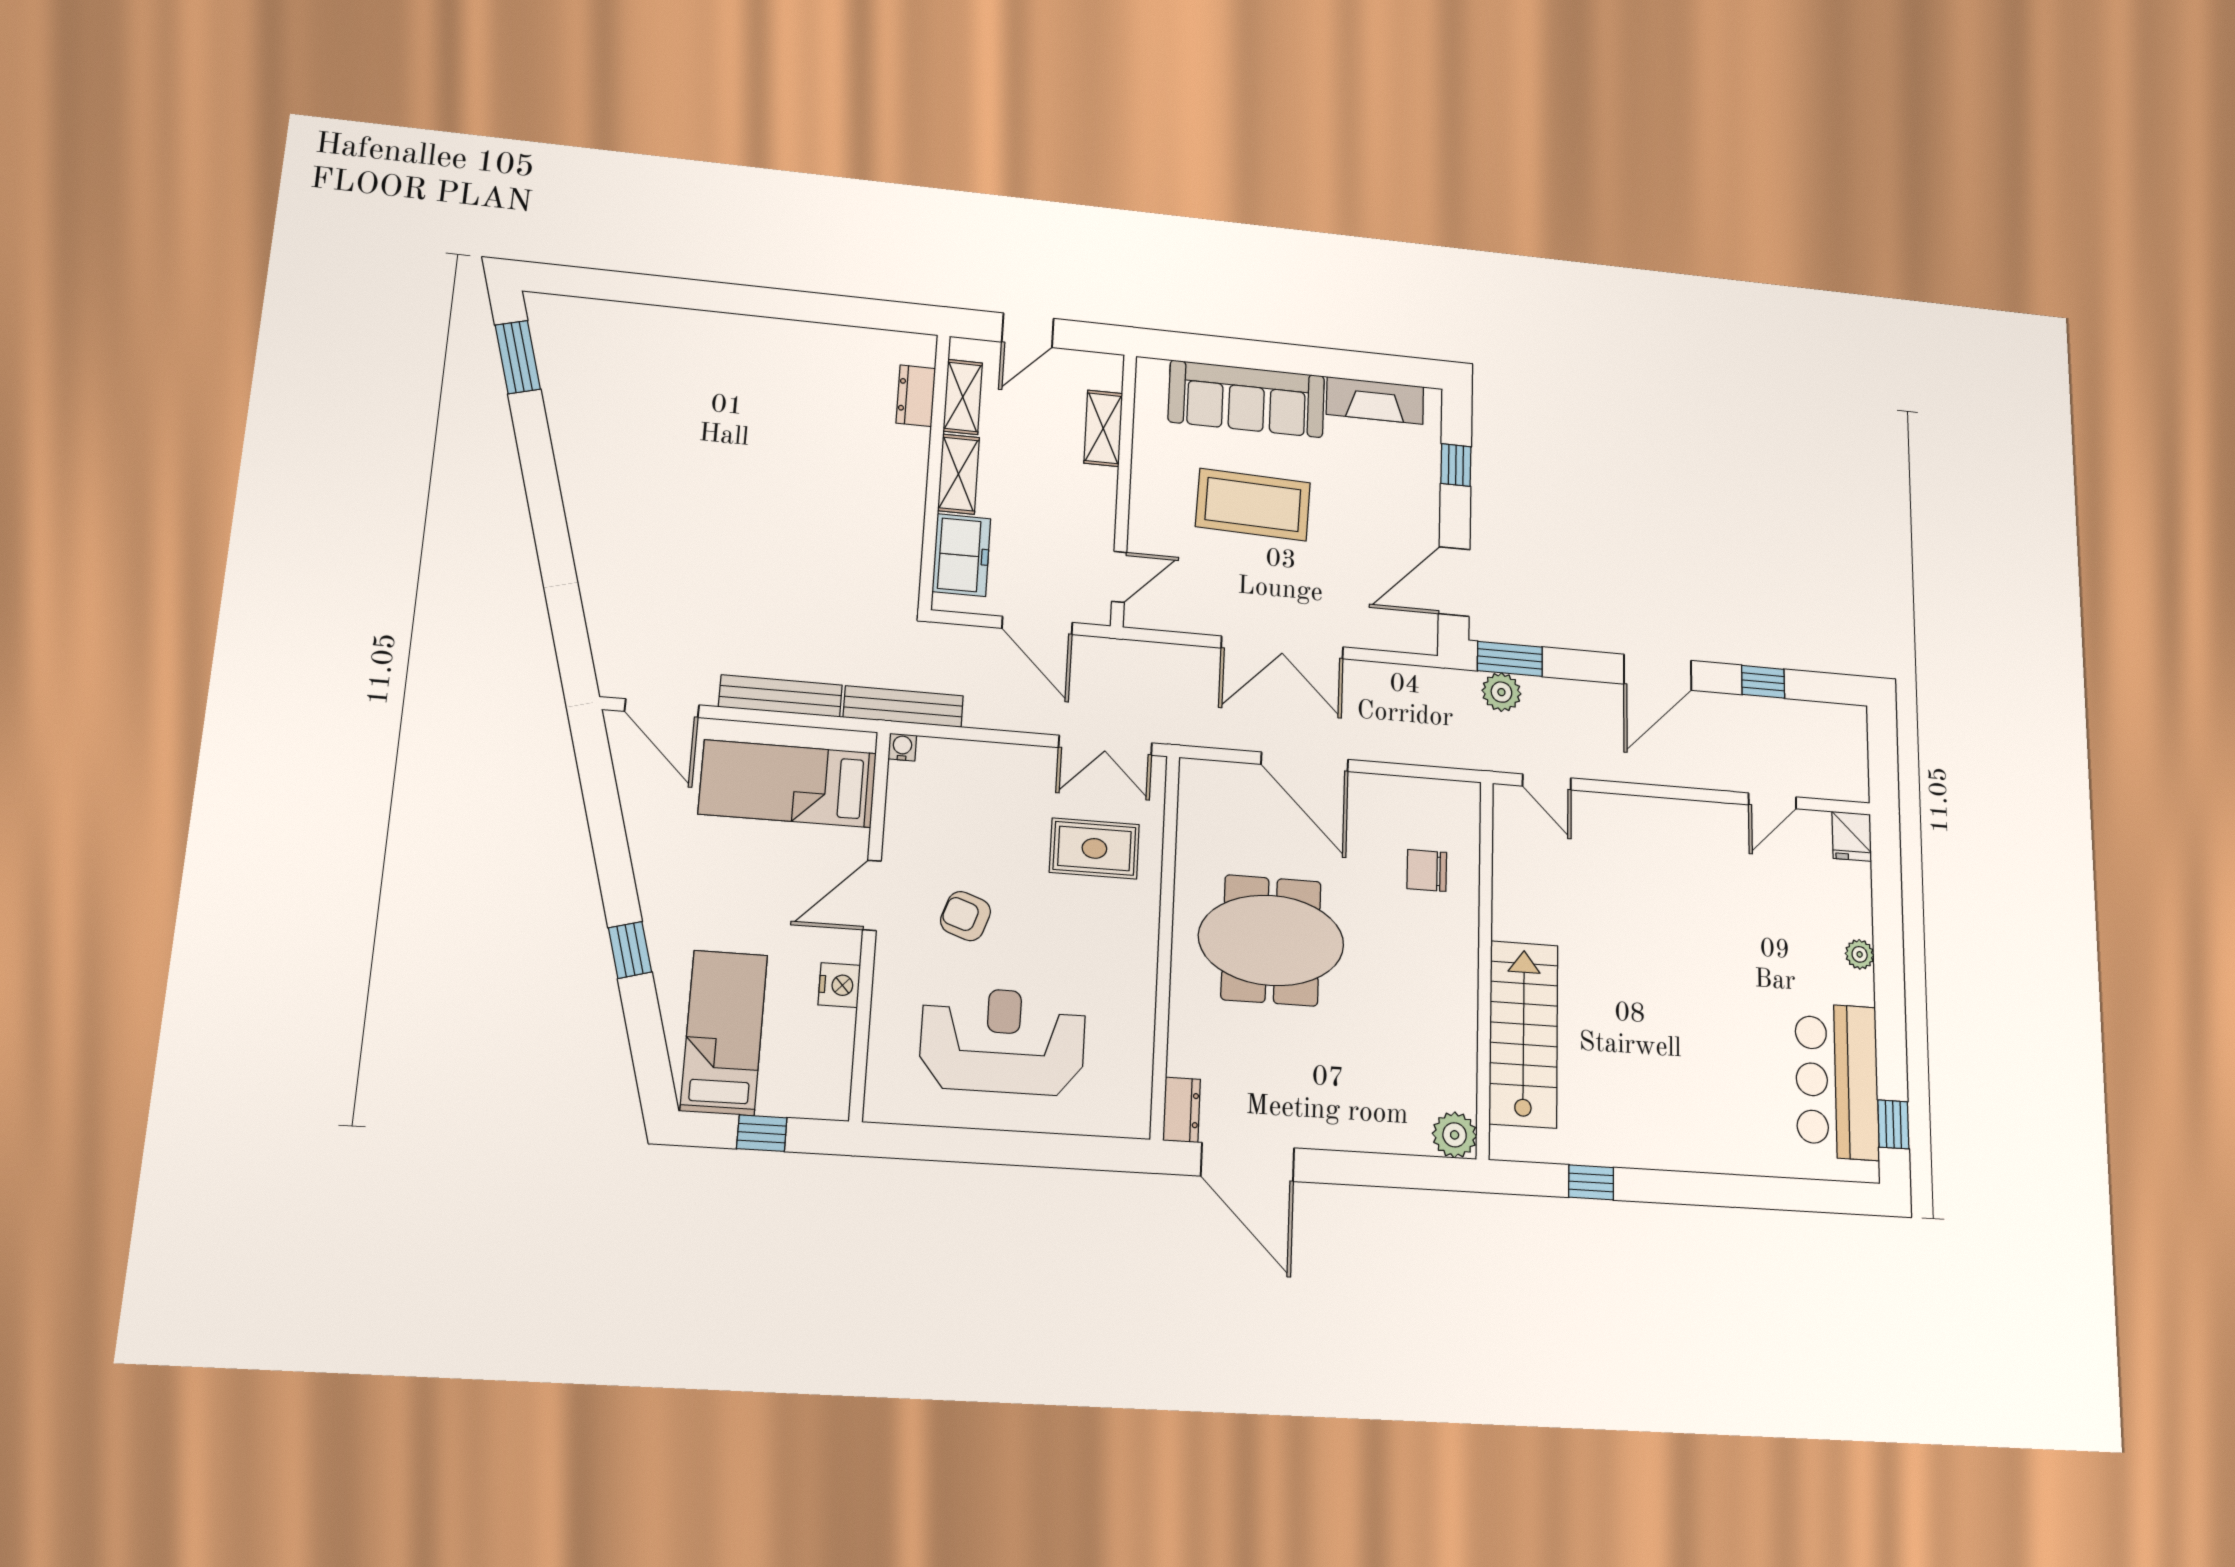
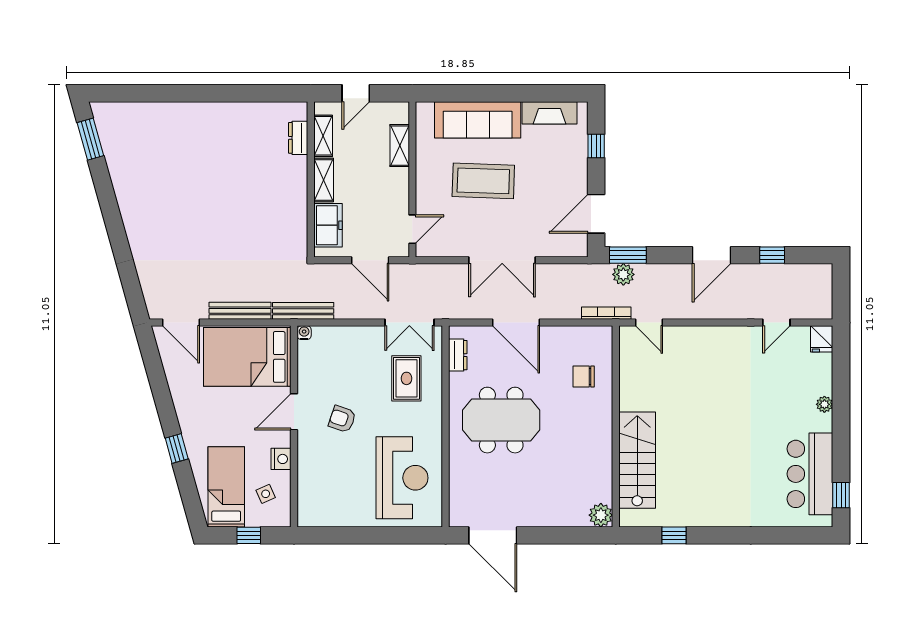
bookcase: (1470, 759) -> (606, 313), added
bed: (788, 784) -> (247, 357), width x1.50
rug: (1094, 848) -> (406, 378), turned 90
reception desk: (1003, 1041) -> (402, 478), moved, turned 90
side table: (803, 1052) -> (266, 494), added
dresser: (1182, 1110) -> (458, 355), moved

